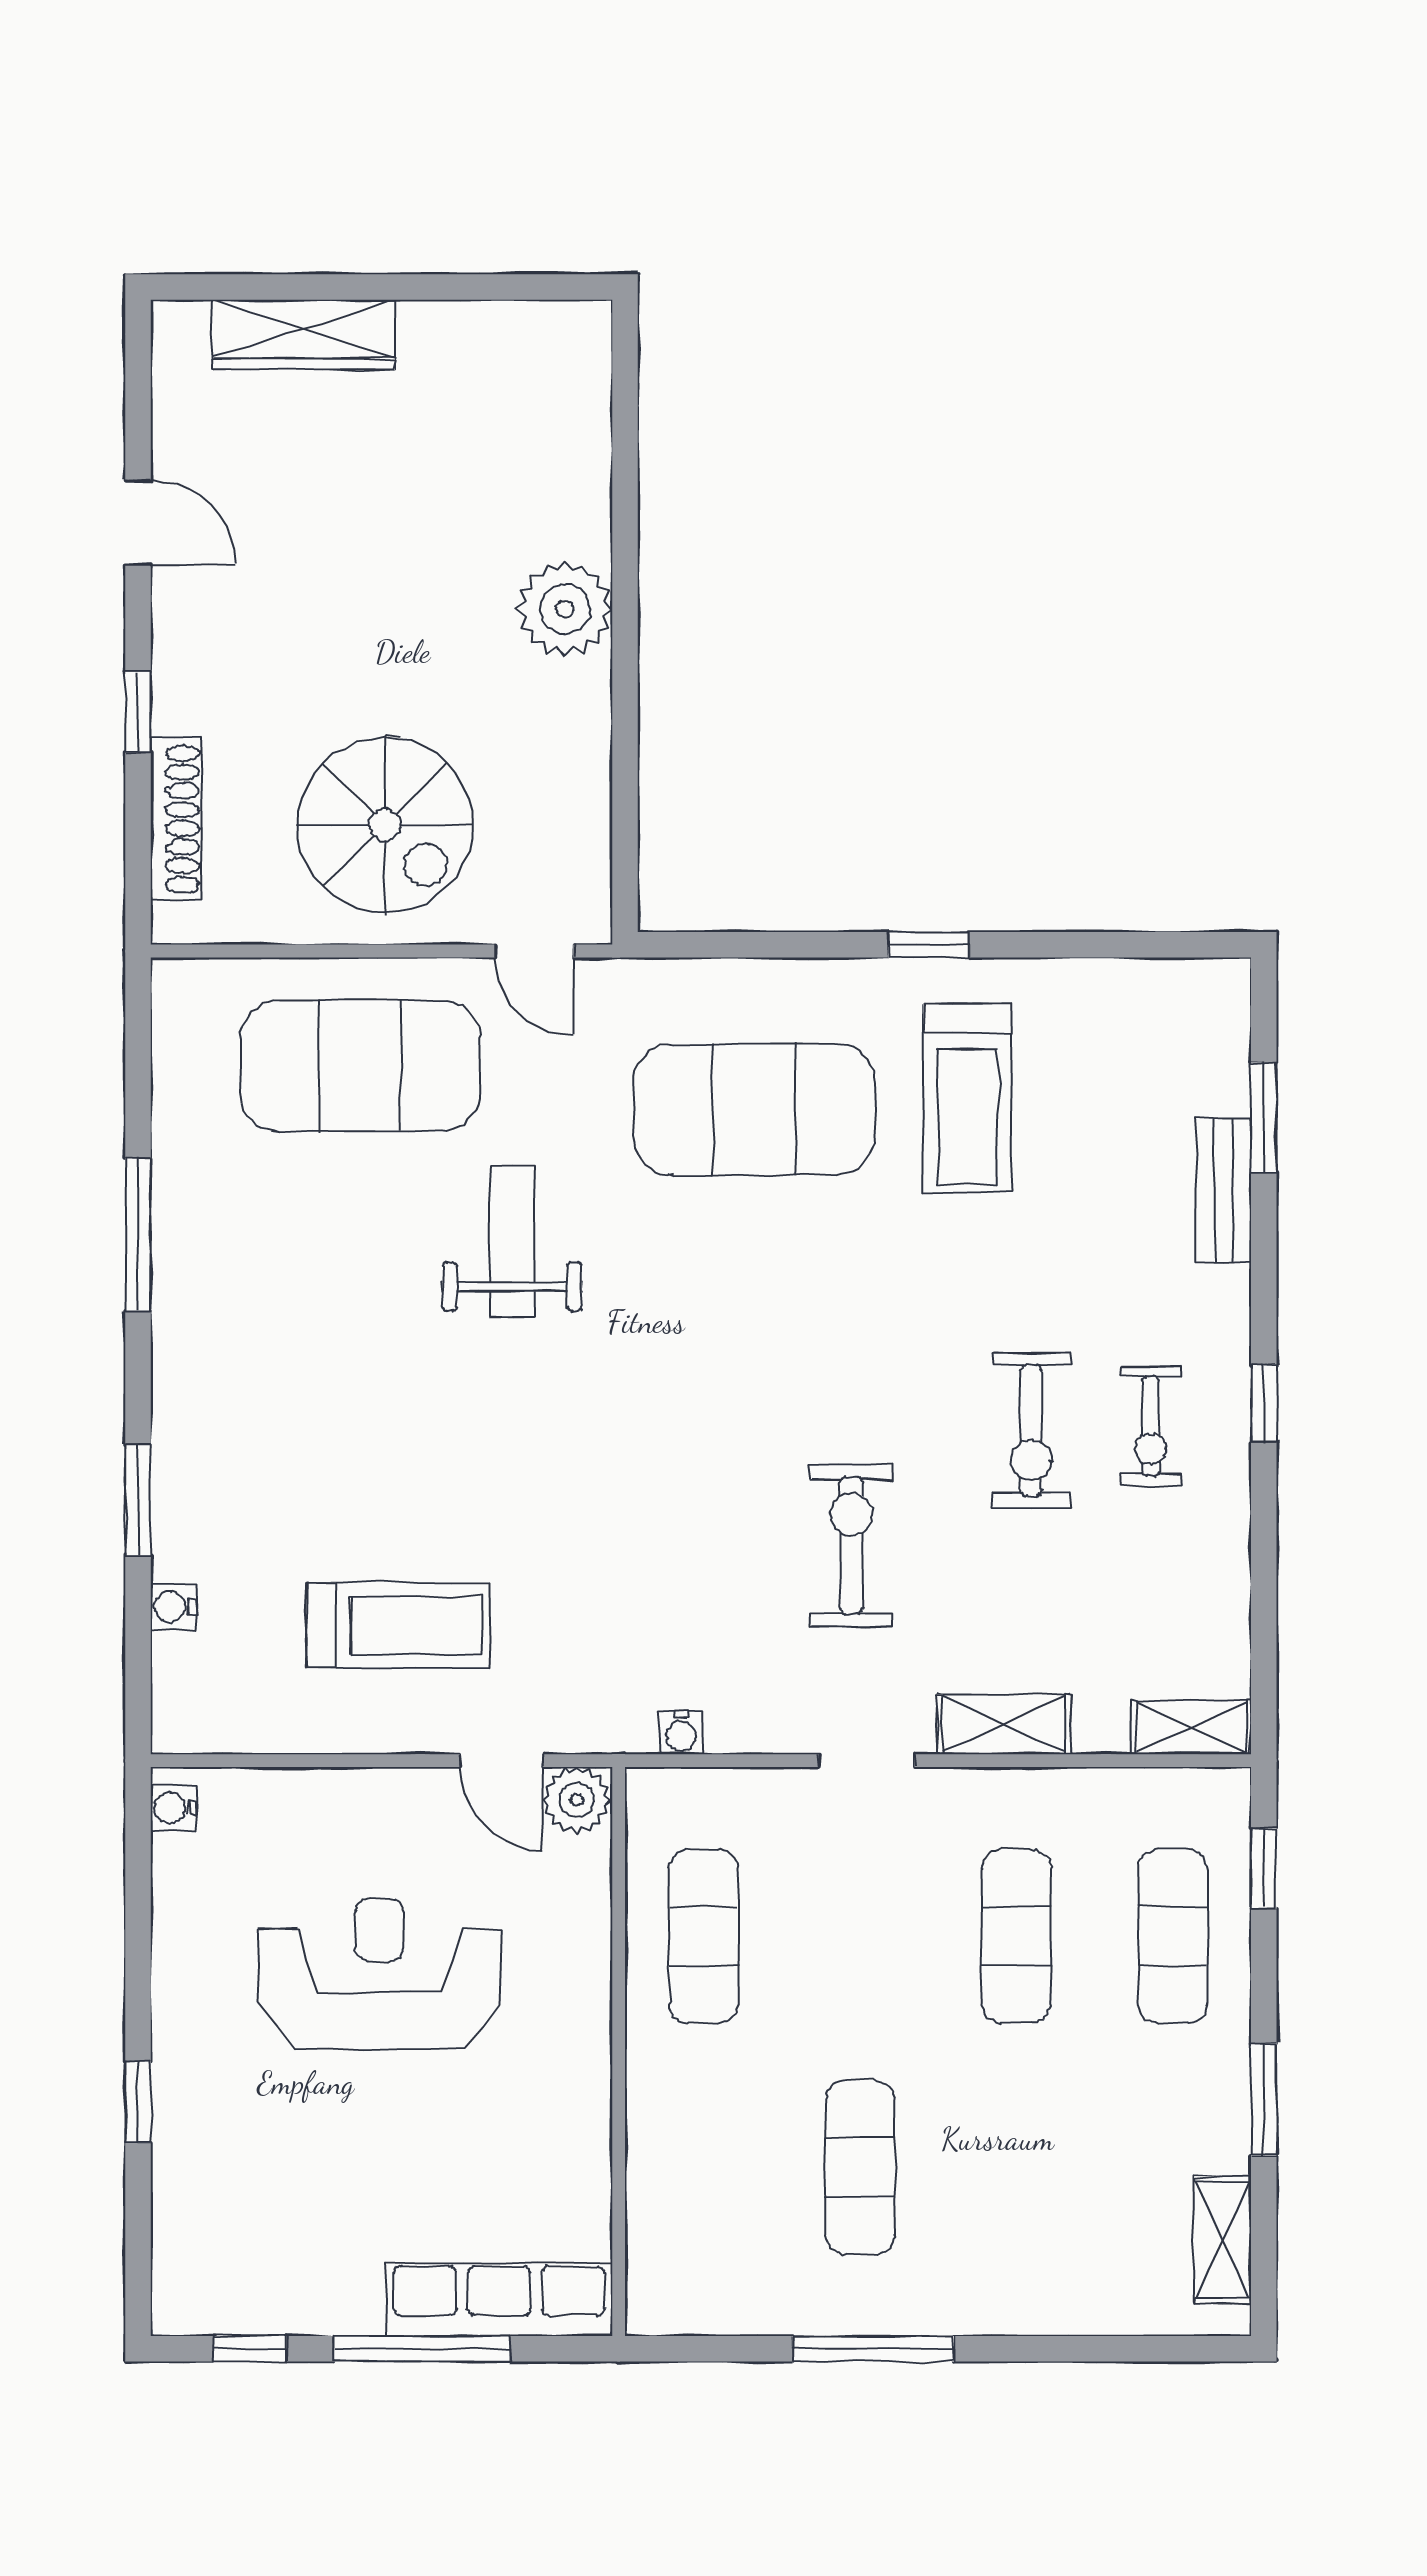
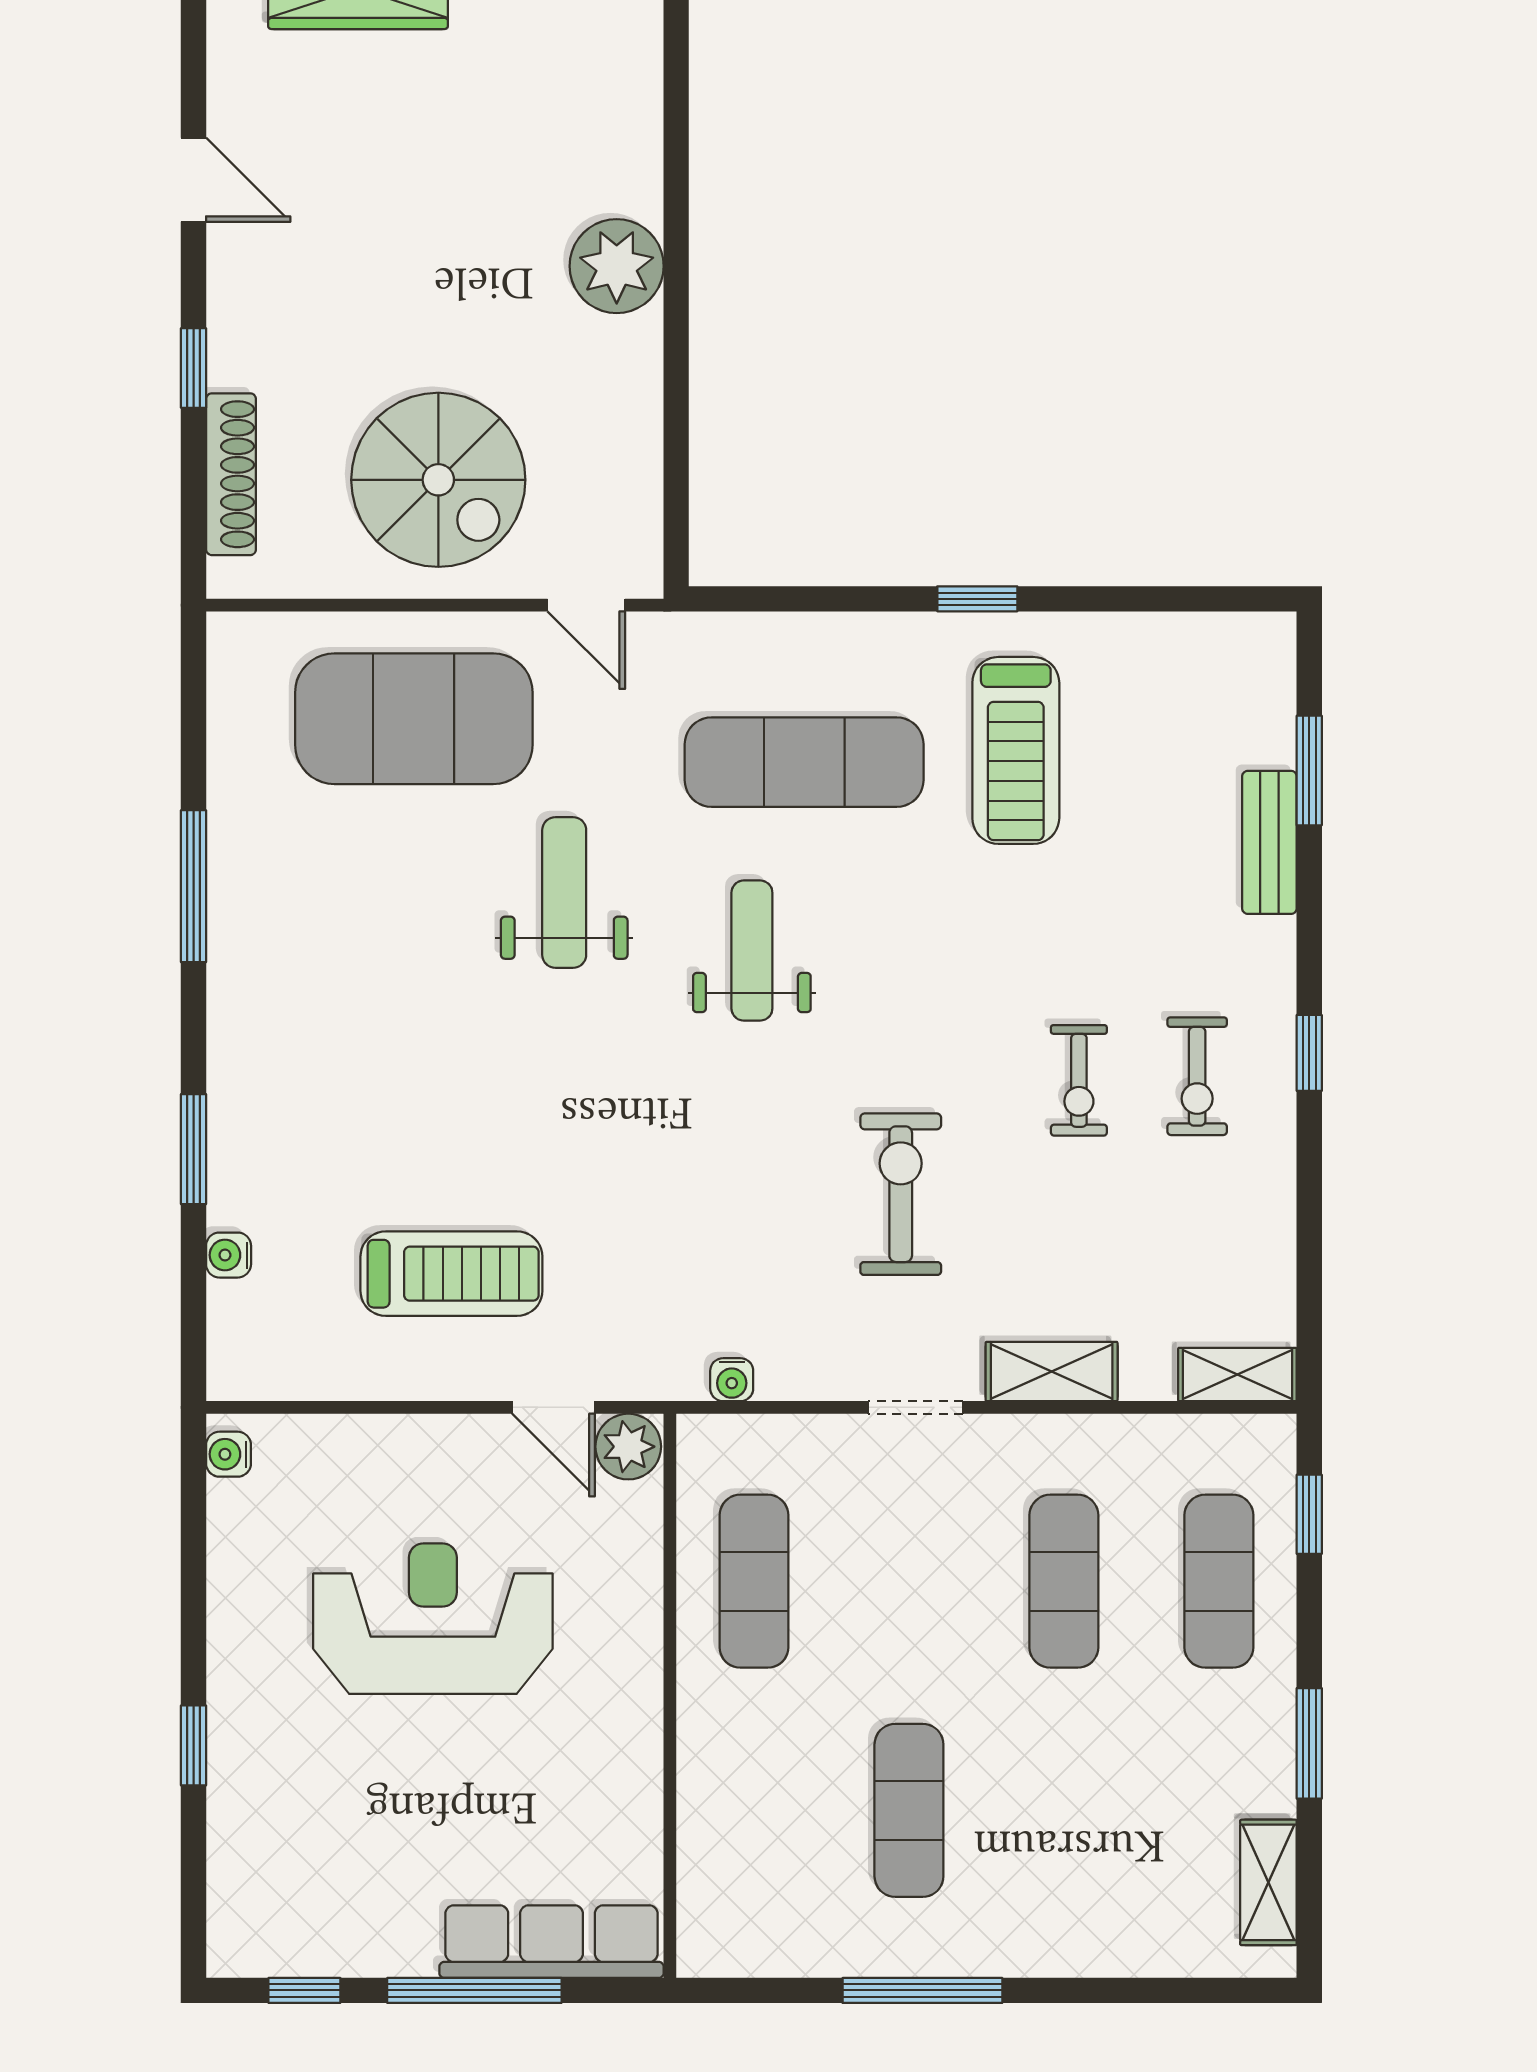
exercise mat: (754, 1110) -> (804, 762), width x0.68
weight bench: (701, 1300) -> (752, 951), added
exercise bike: (1031, 1431) -> (1079, 1080), width x0.73, depth x0.72

